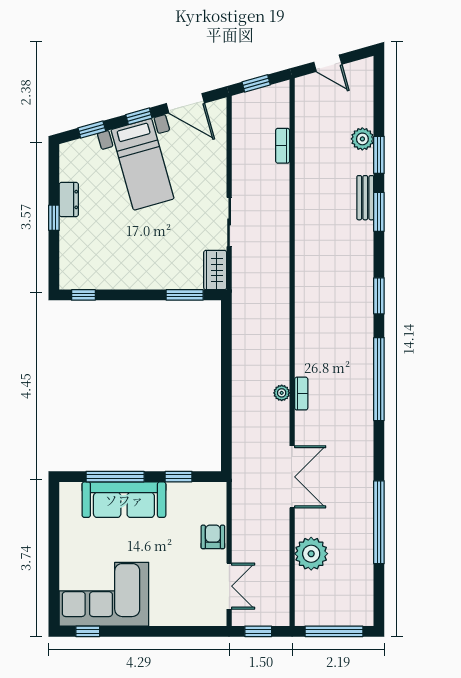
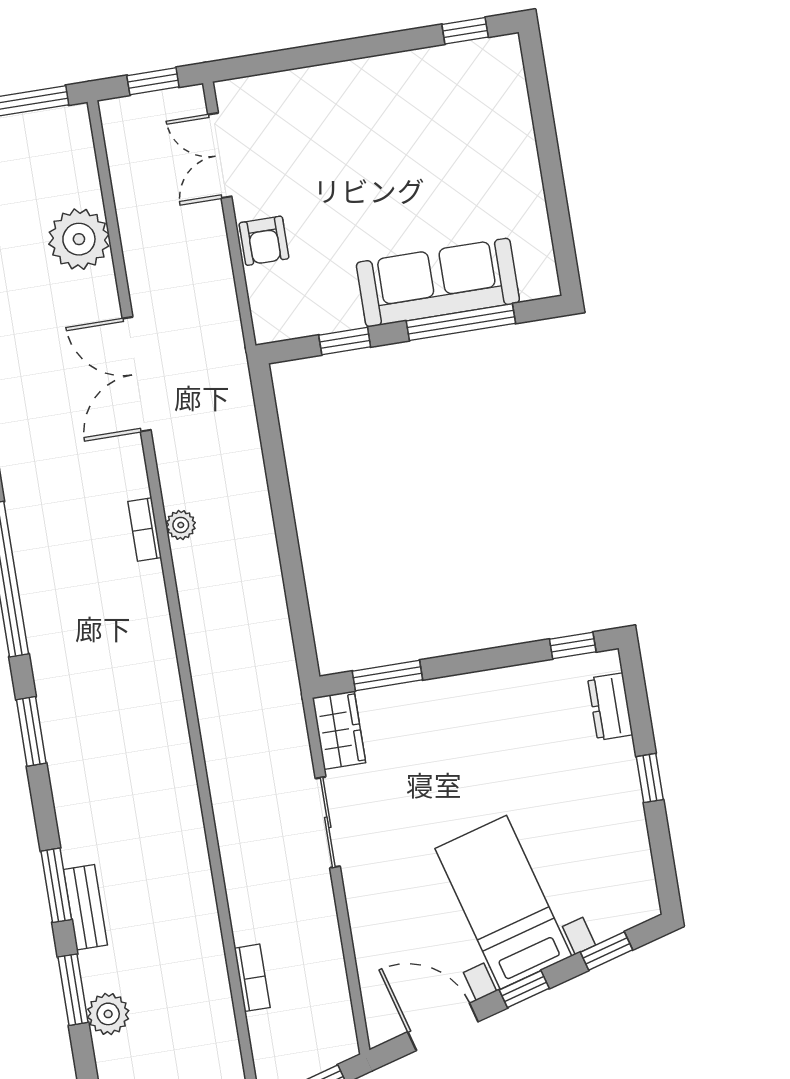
dresser: (69, 200) -> (610, 707), moved
corner sofa: (104, 594) -> (447, 104), removed

